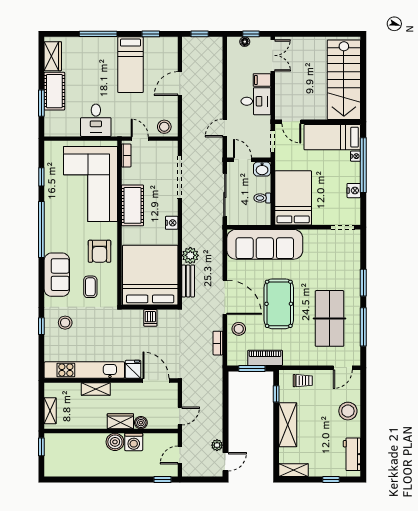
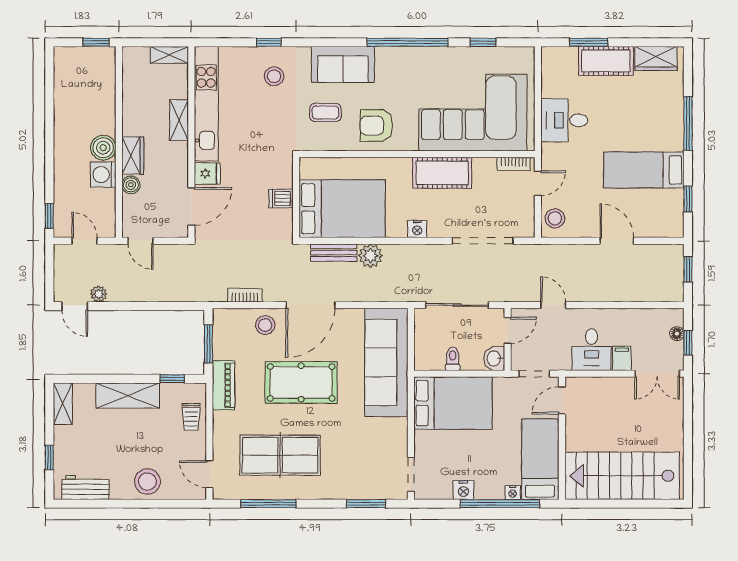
bed: (150, 275) -> (342, 209), width x0.73
window: (363, 283) -> (366, 504), moved
piano: (265, 358) -> (224, 385), moved
shelving: (50, 411) -> (169, 55), moved

